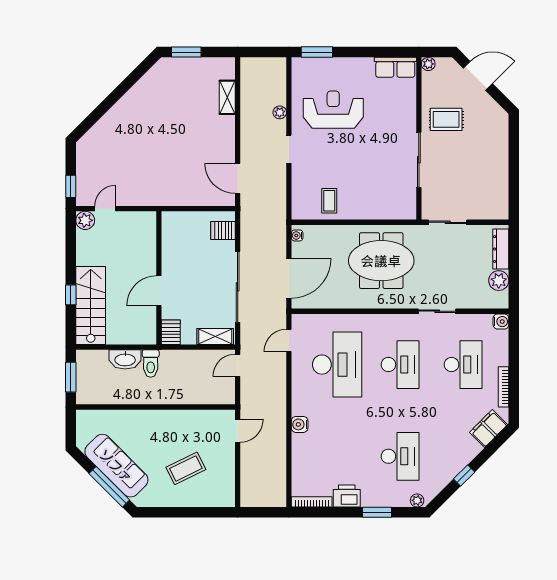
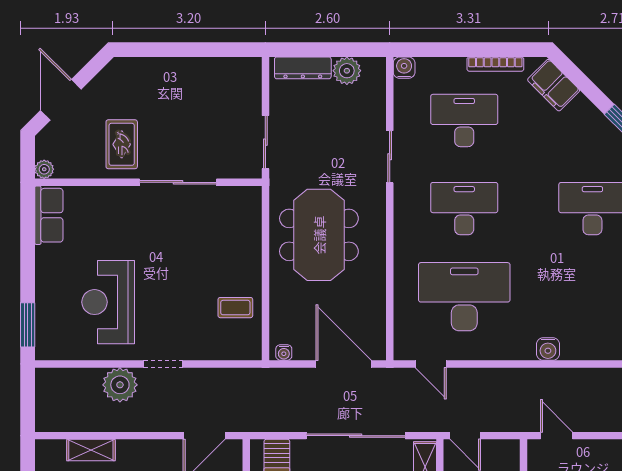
plant: (280, 112) -> (120, 385), width x1.87, depth x1.87

